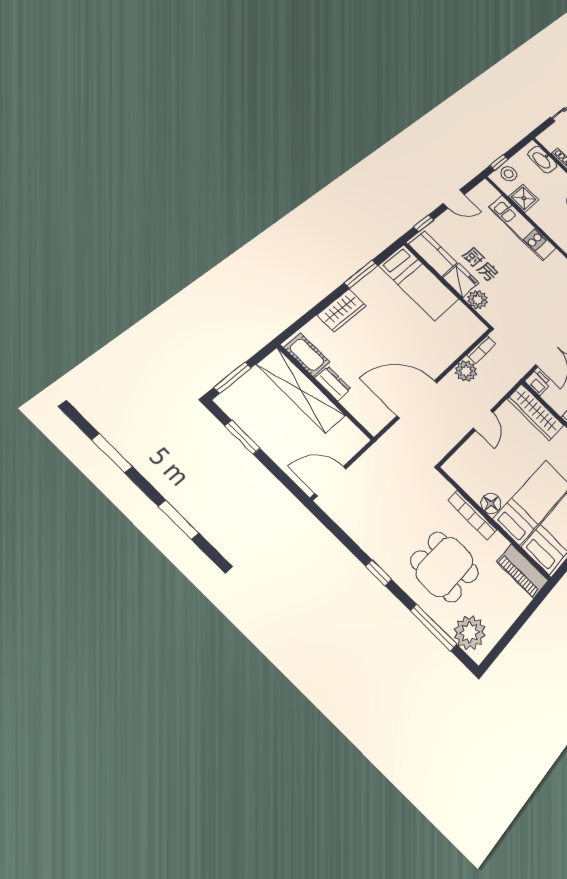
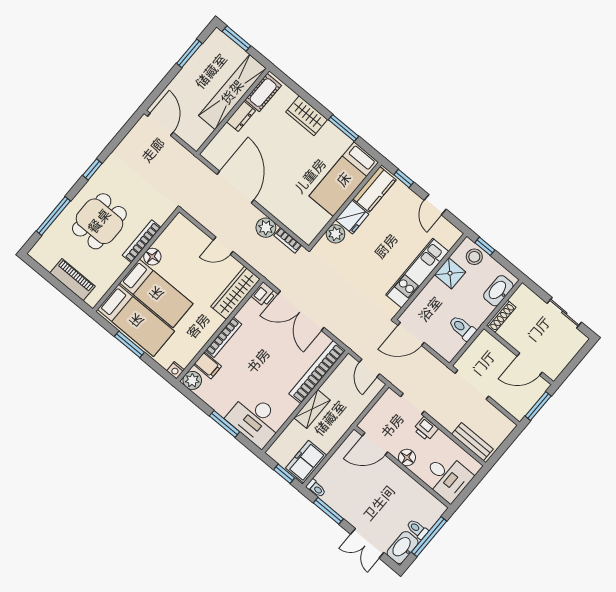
piano: (522, 571) -> (72, 280), moved, turned 90
plant: (470, 632) -> (51, 245), removed

